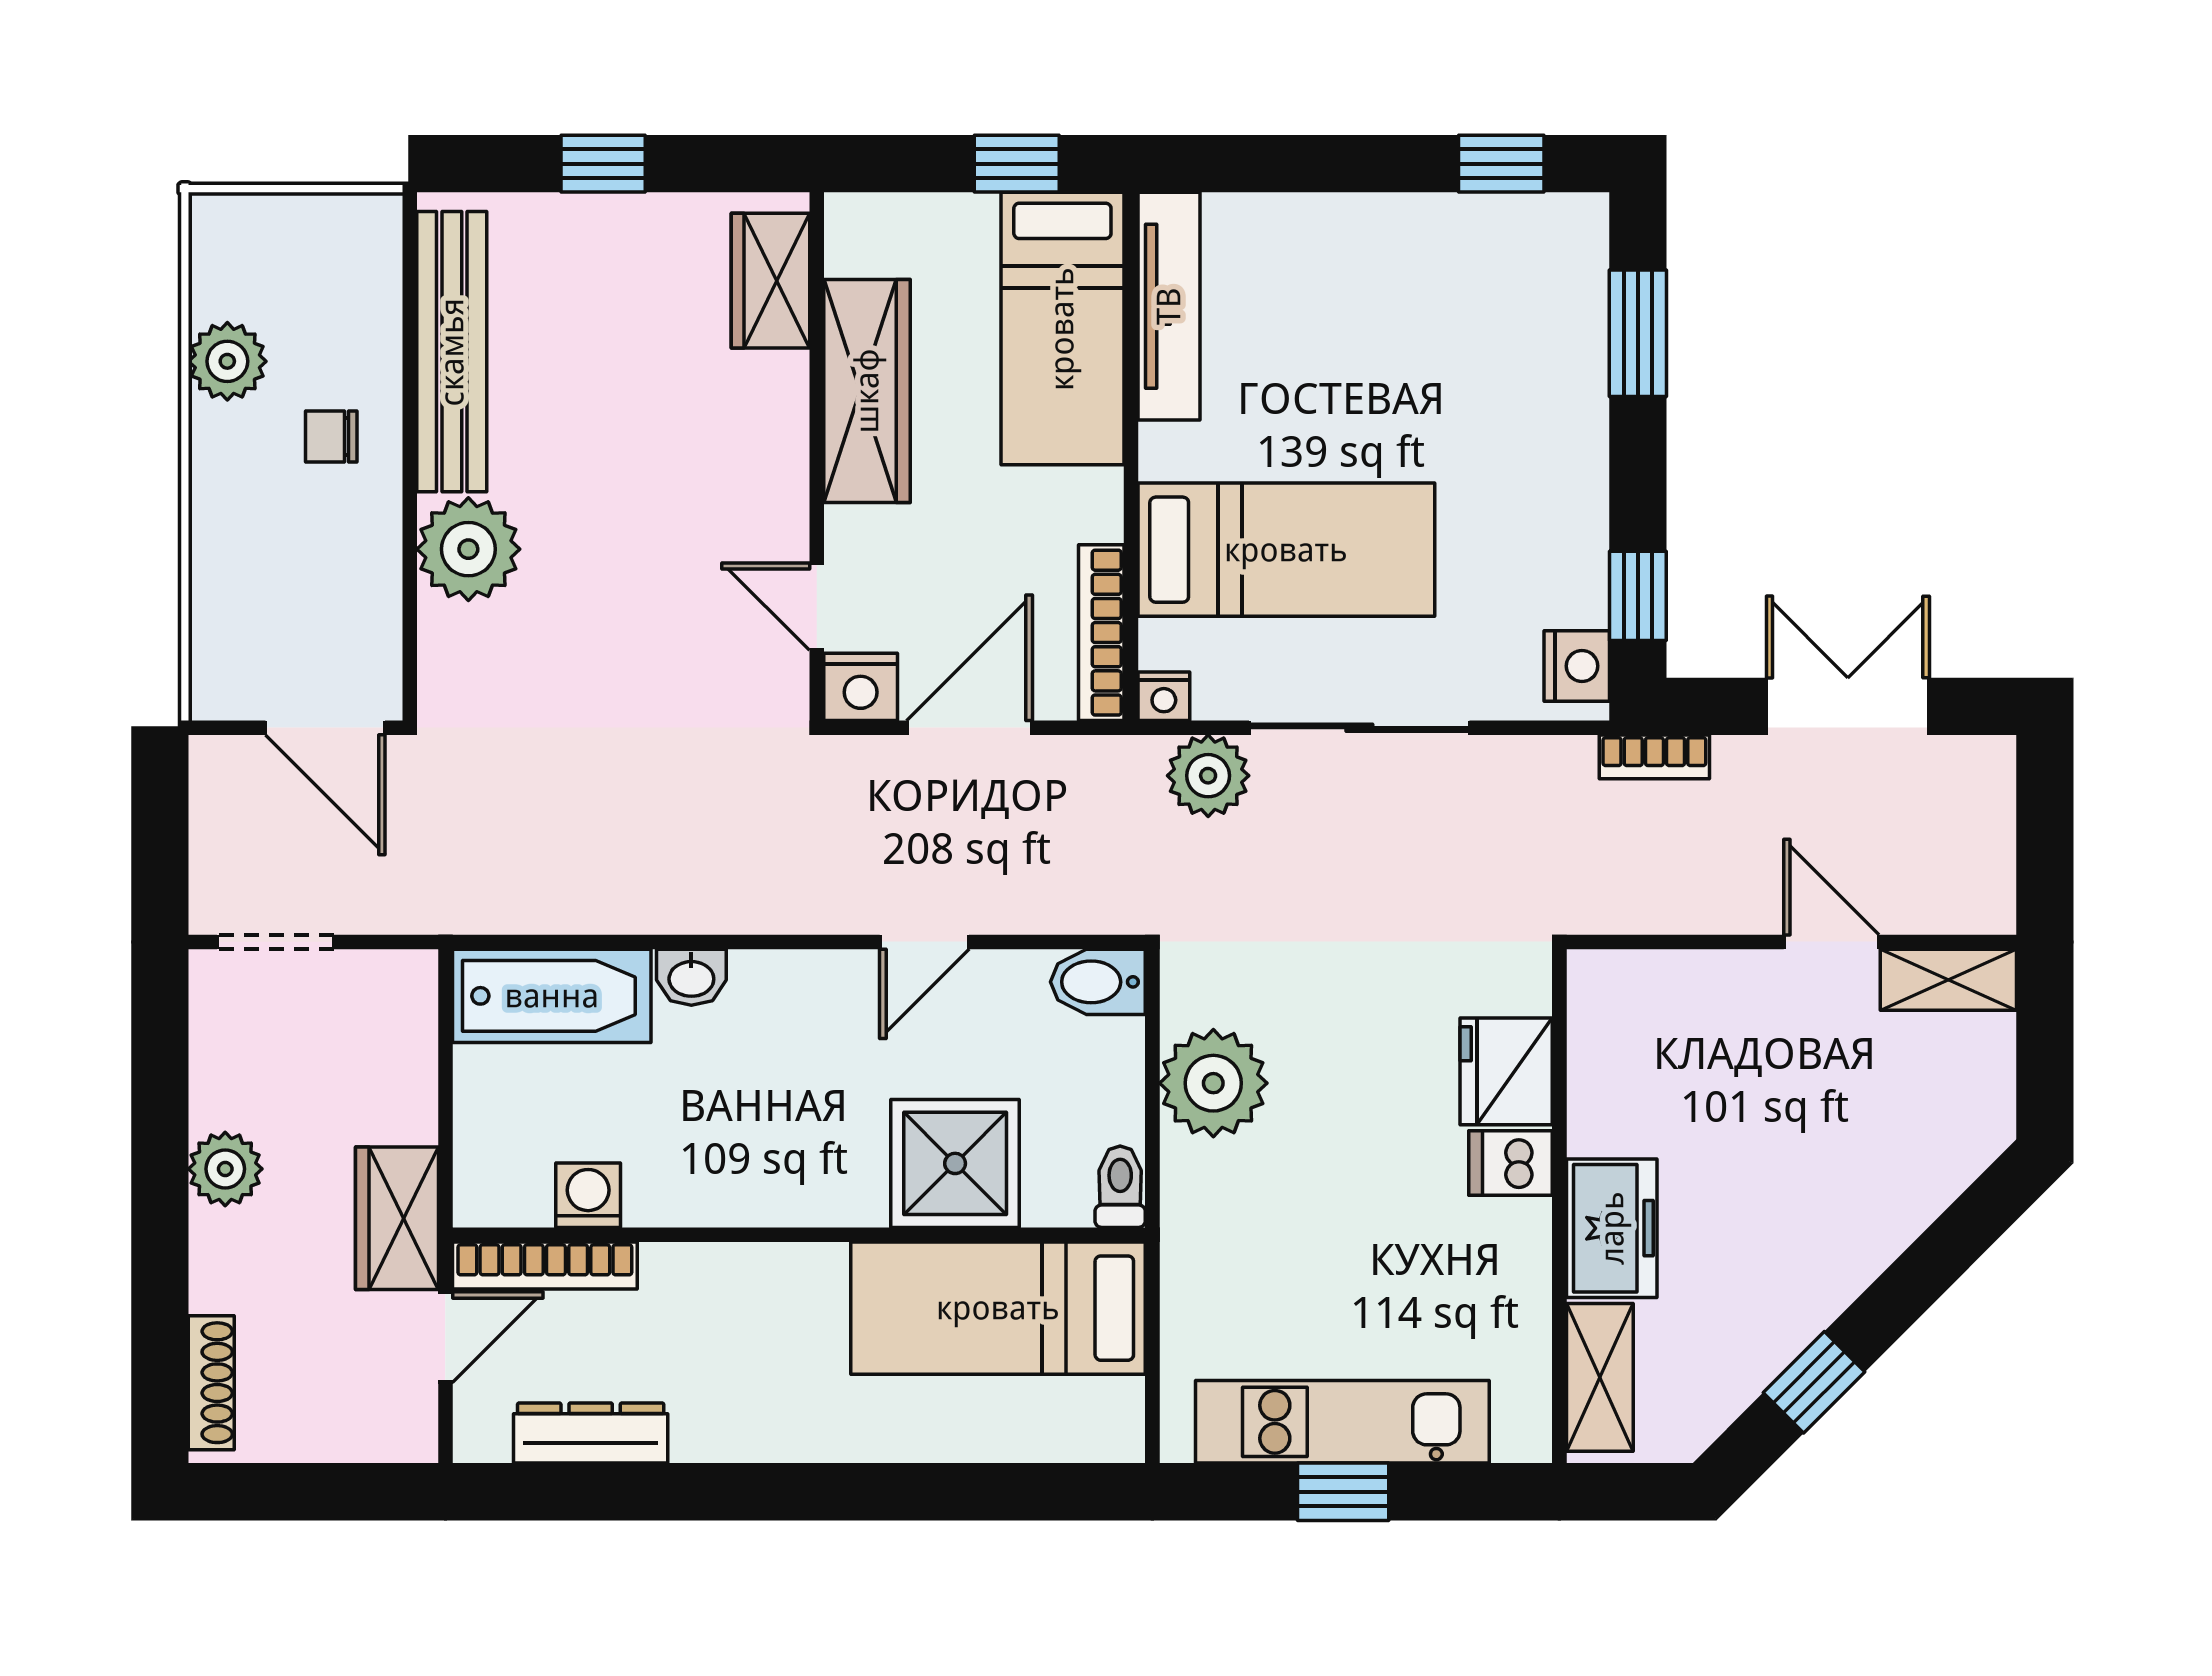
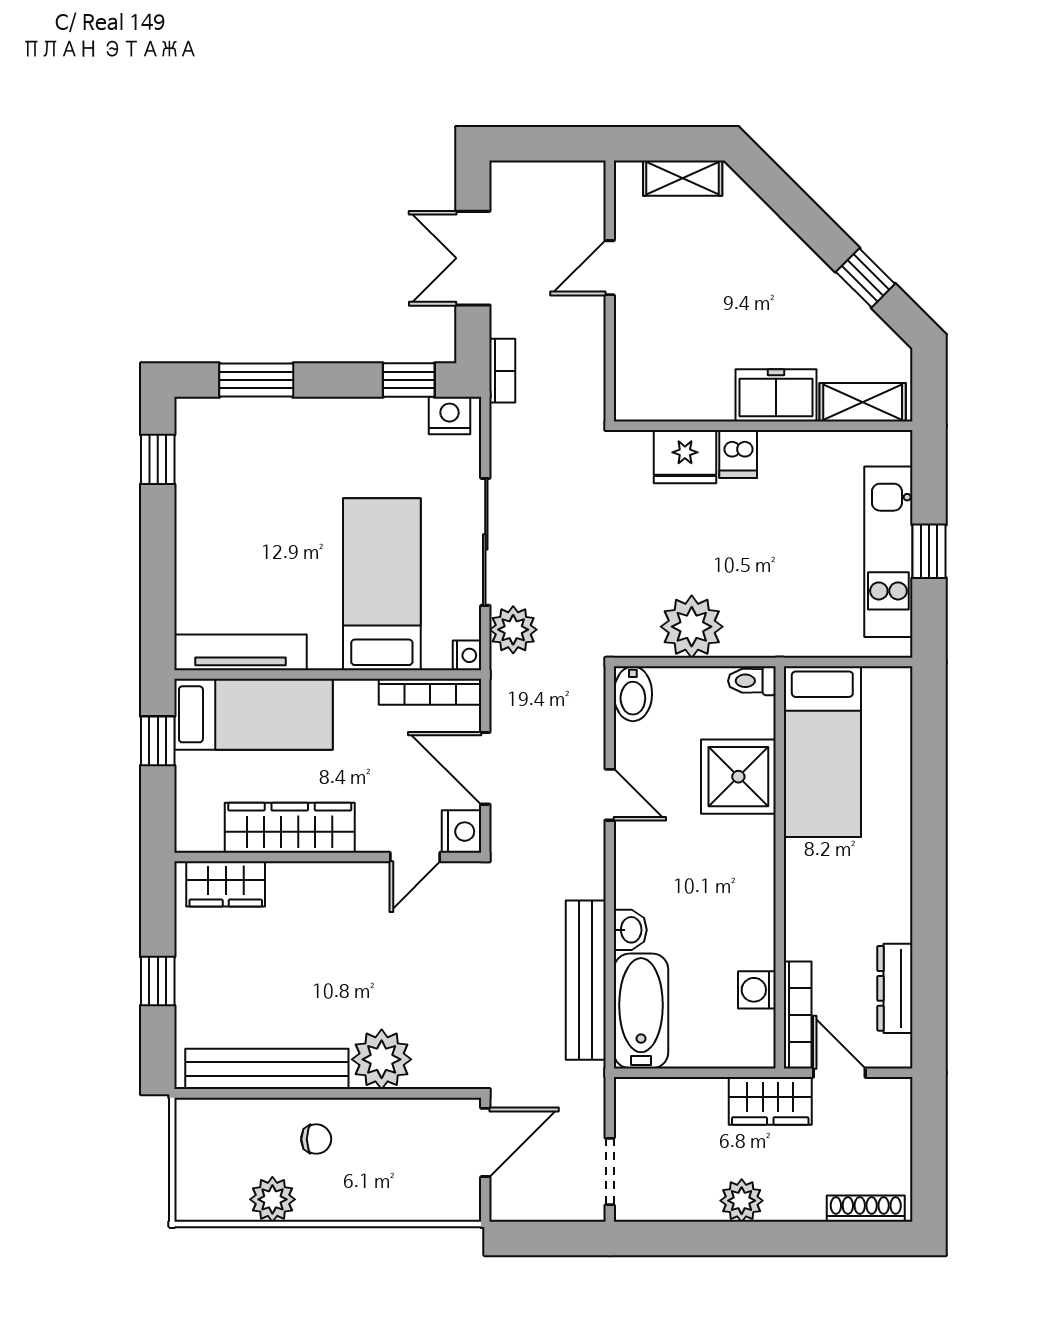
chair: (331, 437) -> (316, 1139), turned -90
bench: (605, 901) -> (586, 980), added
shelving: (1948, 980) -> (683, 178), moved, turned 90

